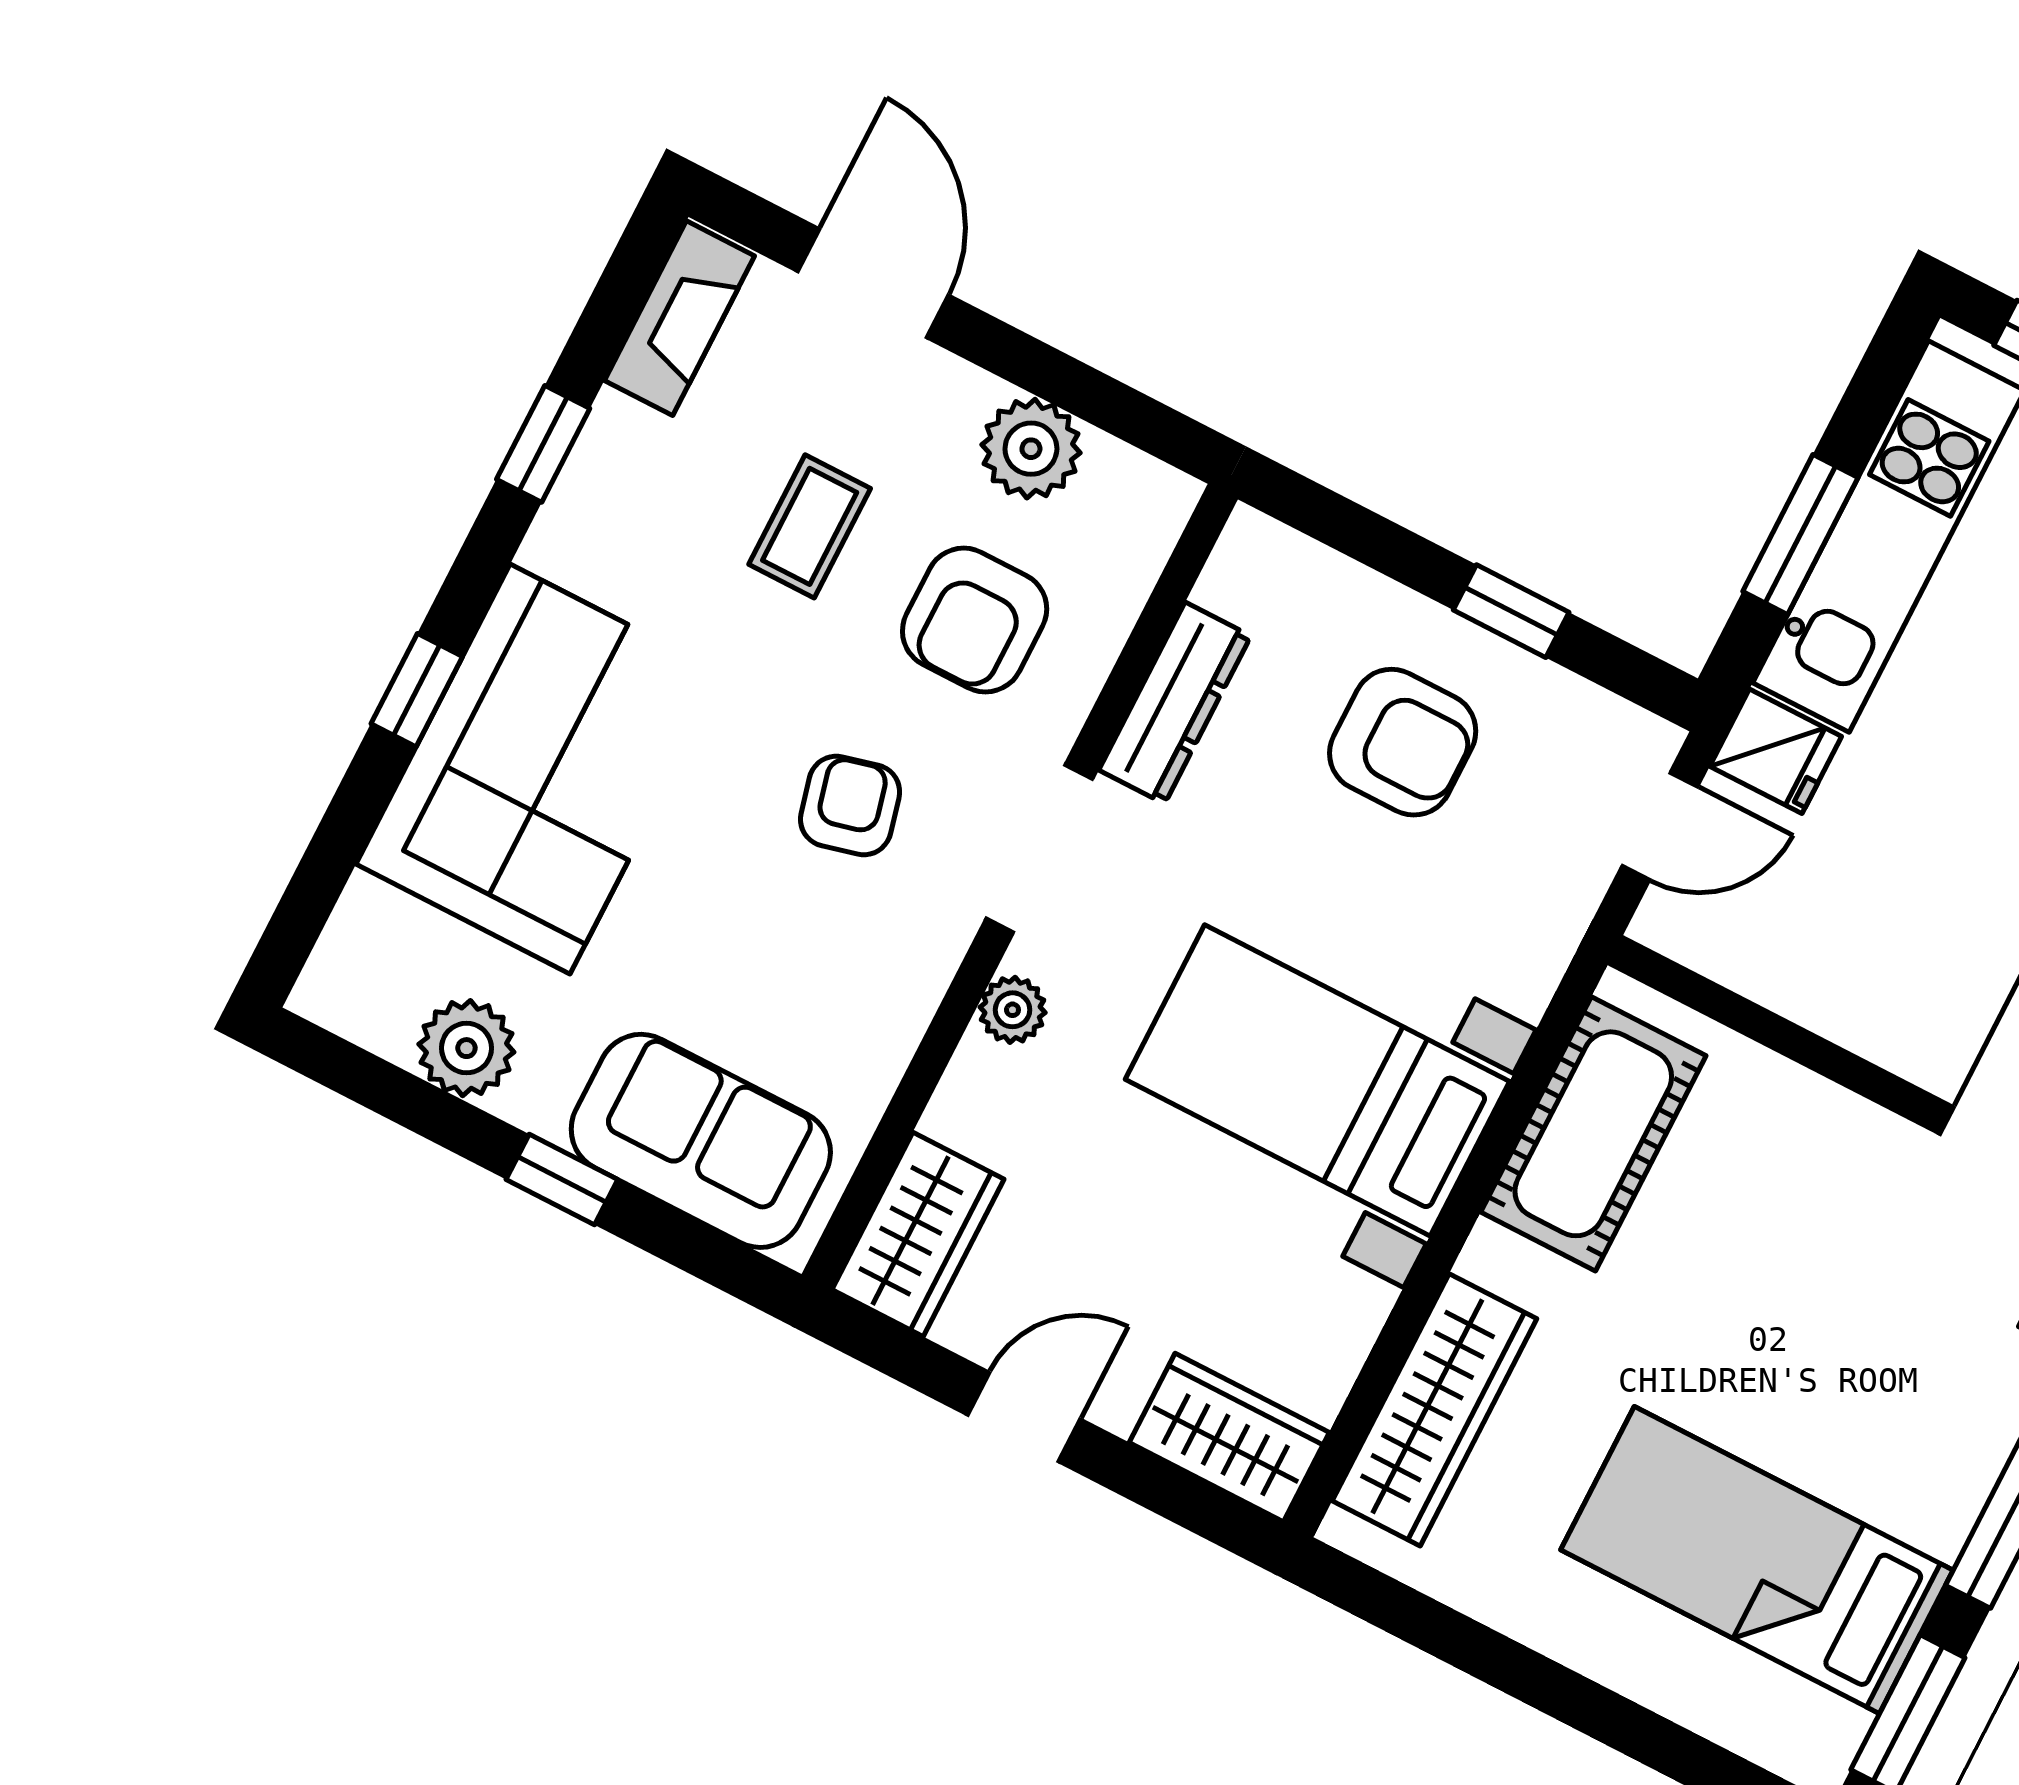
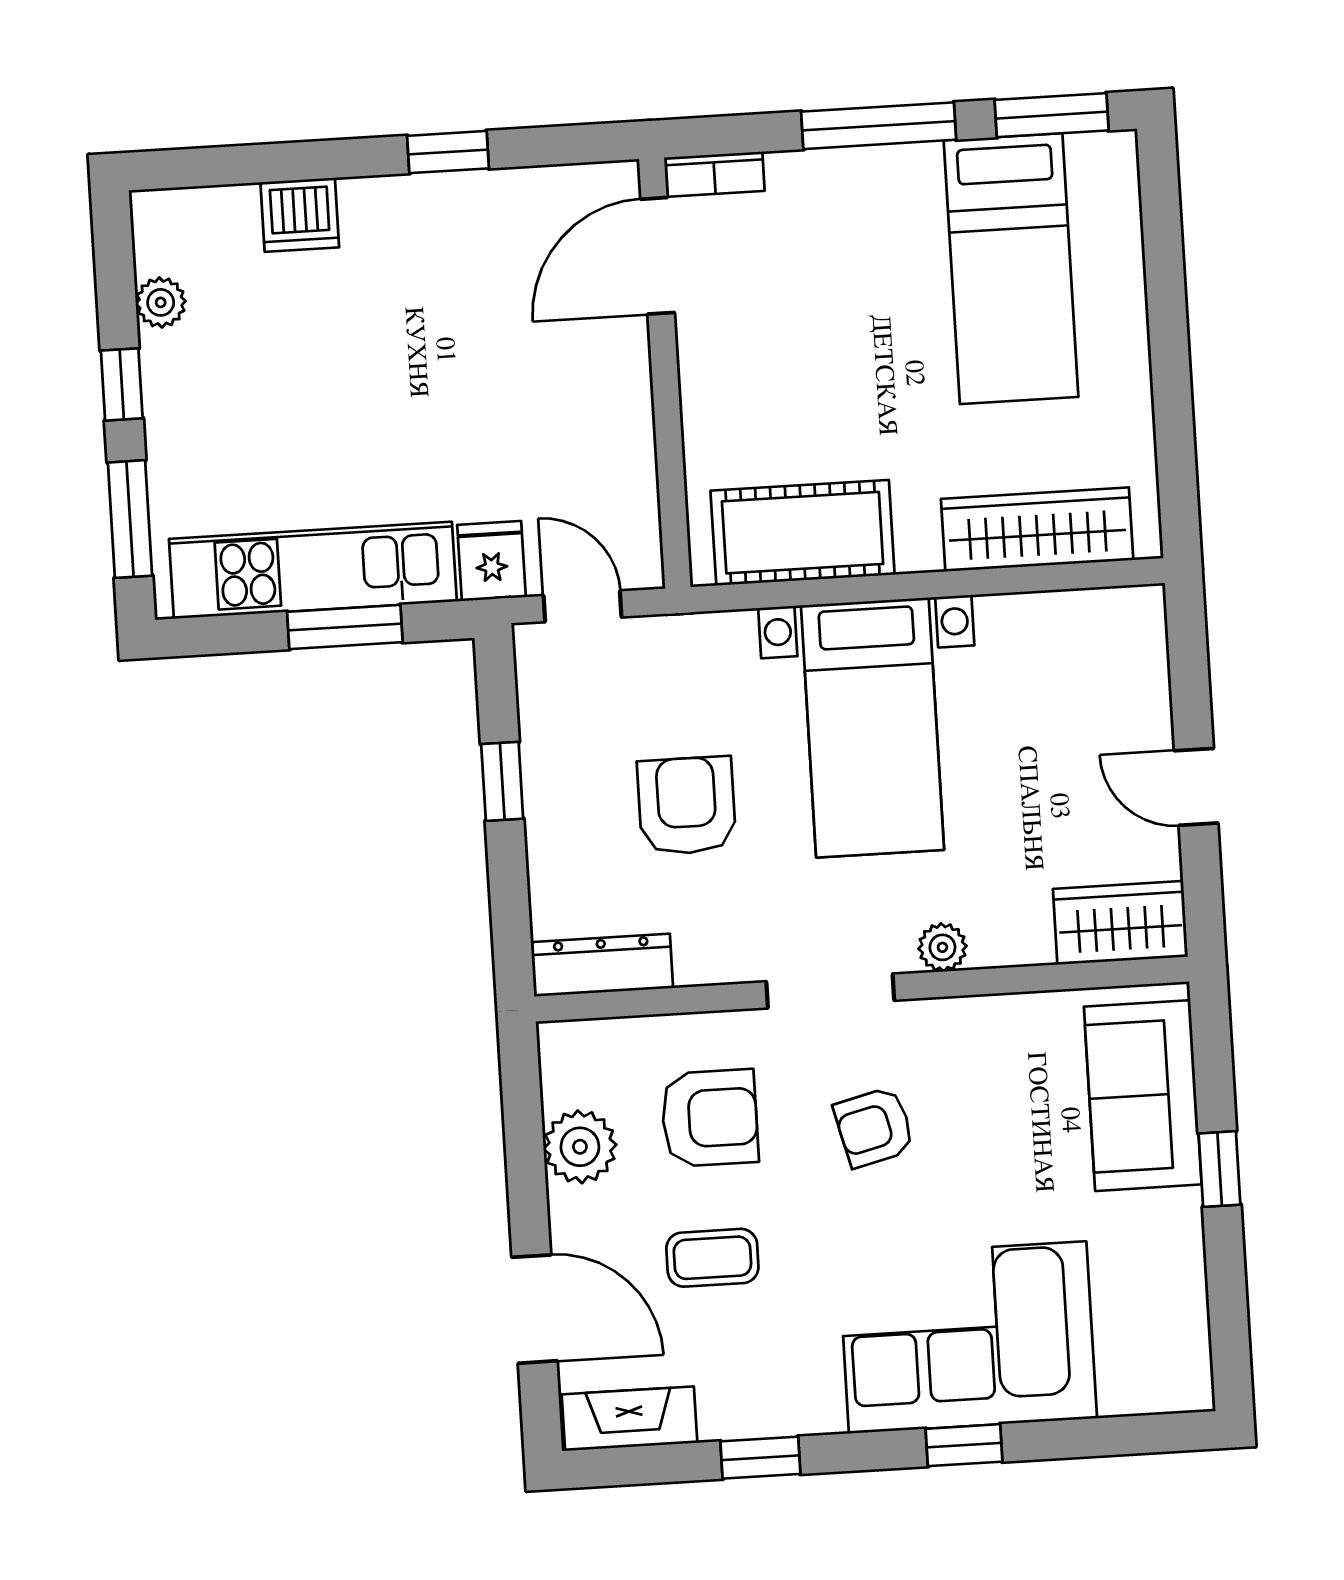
door: (873, 283) -> (534, 1309), swing flipped
dresser: (1175, 703) -> (602, 965), moved
armchair: (1403, 742) -> (687, 806), moved
plant: (466, 1048) -> (1172, 1279), removed
wardrobe: (1229, 1437) -> (1132, 649), removed

